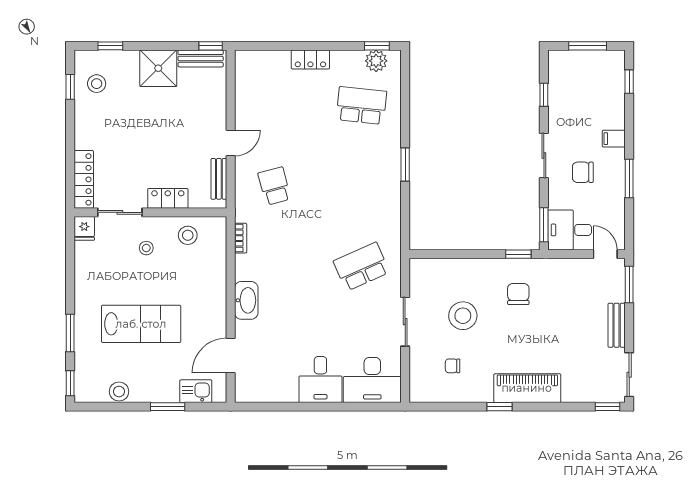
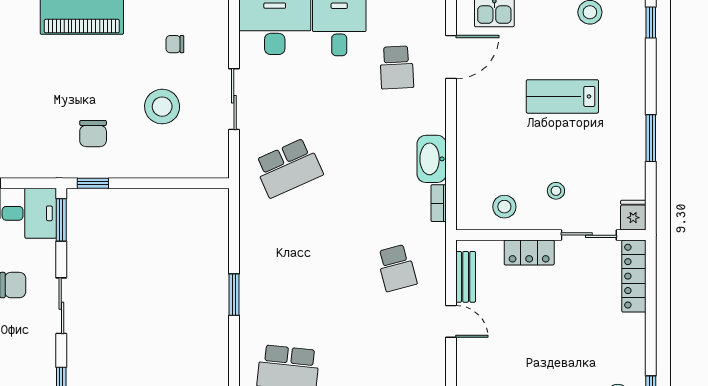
door: (231, 143) -> (451, 321), swing flipped
washbasin: (246, 300) -> (432, 159), moved
lab bench: (141, 324) -> (562, 96), width x0.73, depth x0.72
window: (70, 333) -> (651, 138), moved
school desk: (274, 347) -> (397, 67), added
chair: (453, 366) -> (175, 44), turned 180

